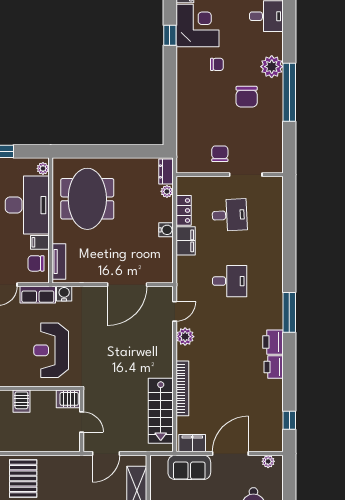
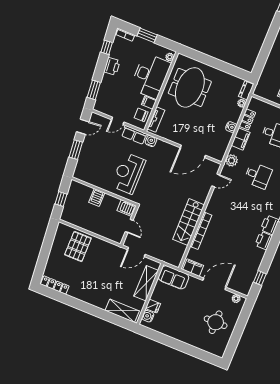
plant: (185, 337) -> (232, 160), moved
stairs: (161, 411) -> (189, 222), moved
sofa: (189, 467) -> (174, 277), moved

